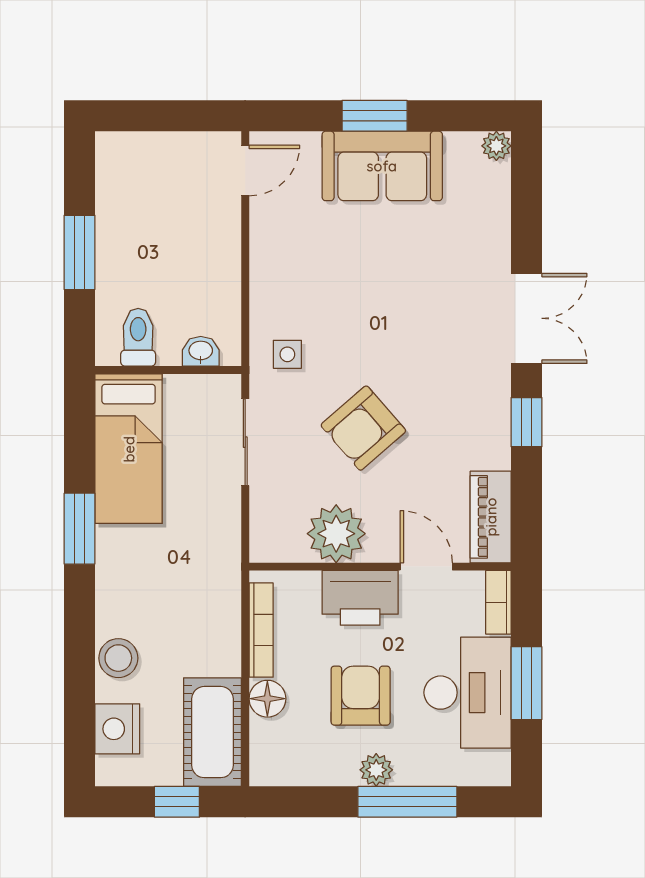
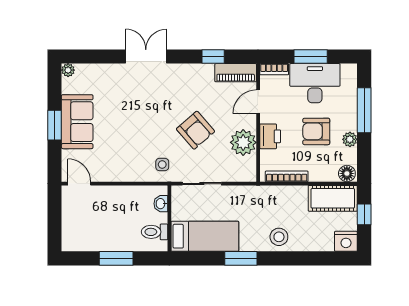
window: (527, 422) -> (213, 57), moved
printer: (360, 598) -> (270, 136), width x0.73, depth x0.84
stool: (118, 658) -> (279, 237), moved
floor lamp: (267, 699) -> (347, 173), moved
nightstand: (117, 729) -> (346, 241), moved
plant: (376, 770) -> (350, 139), moved

